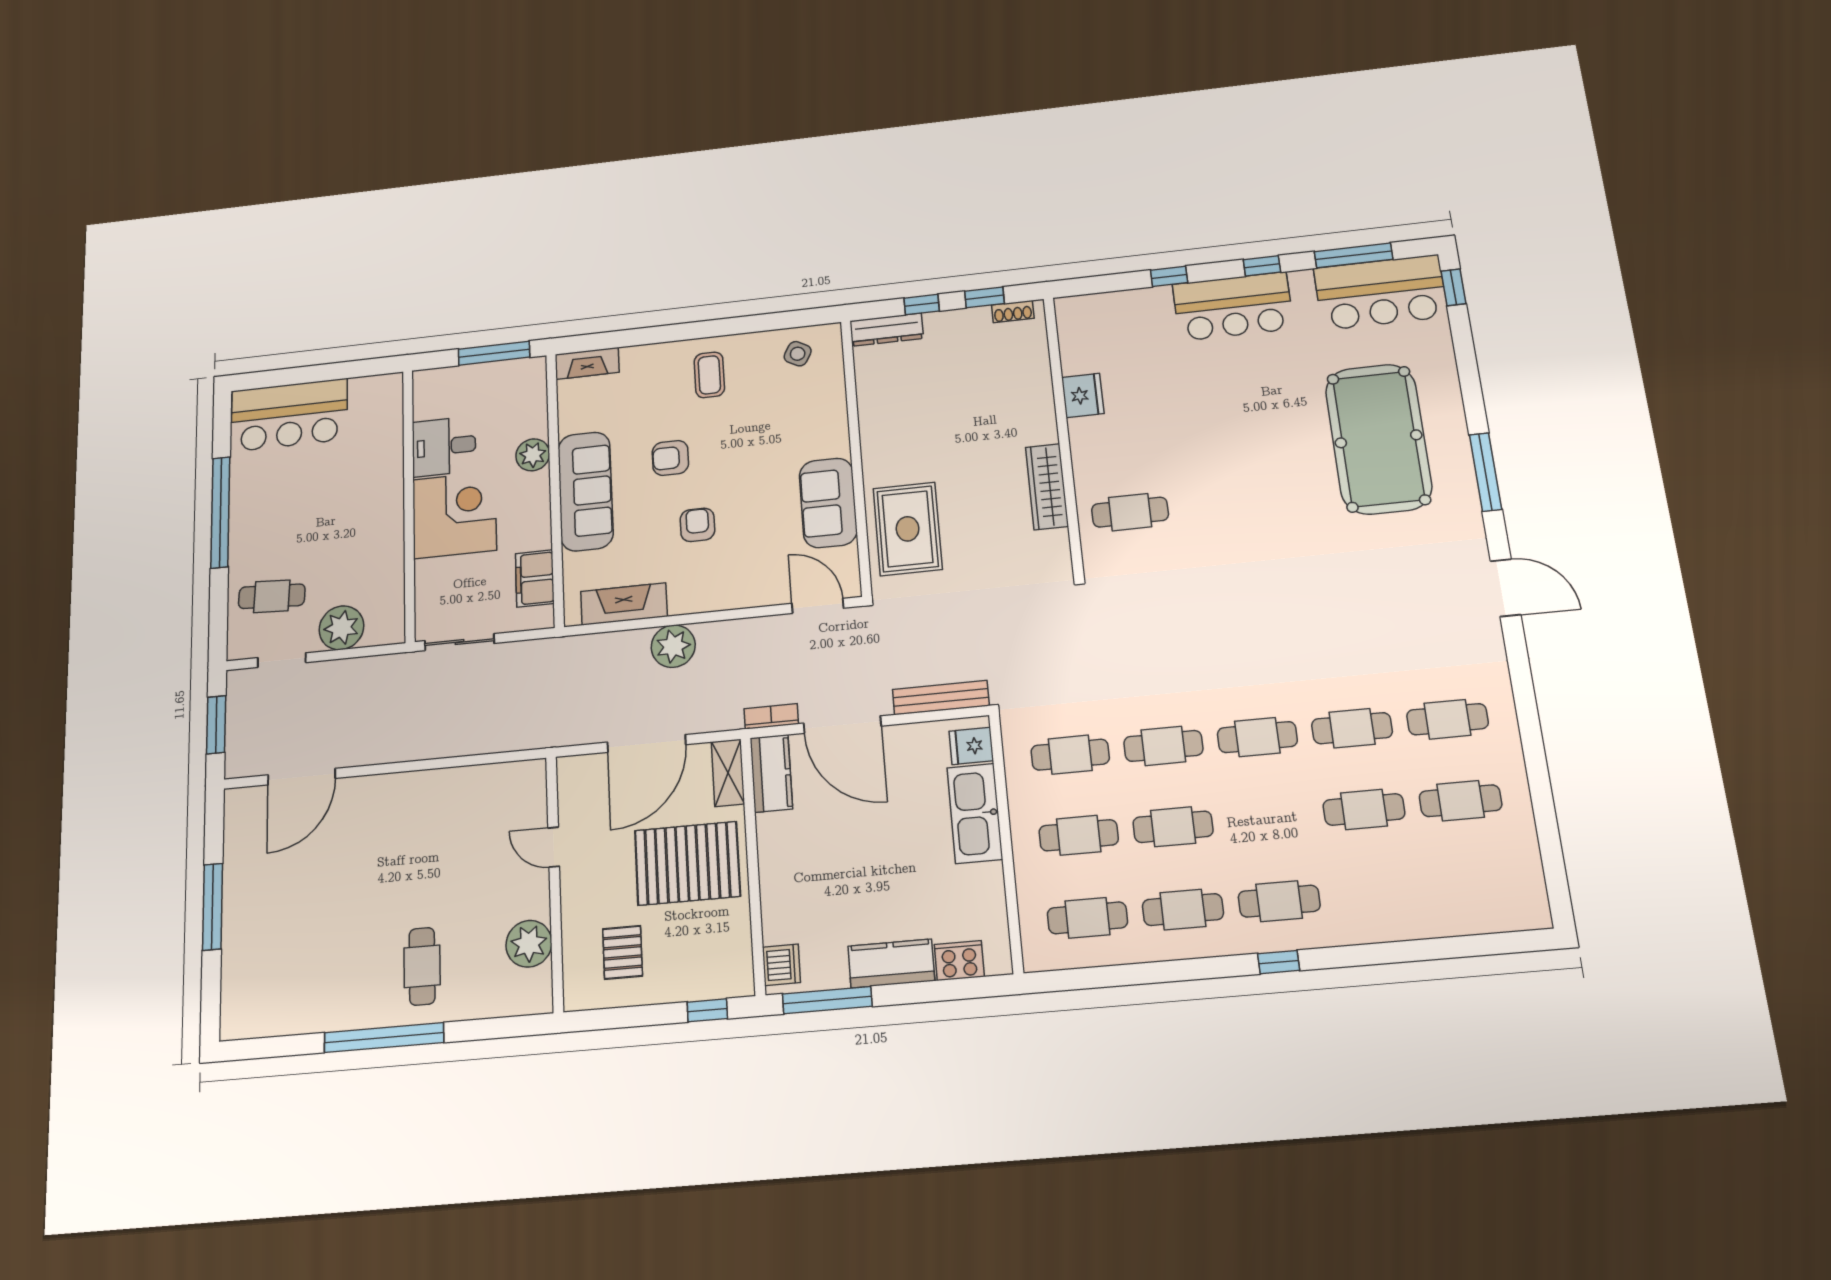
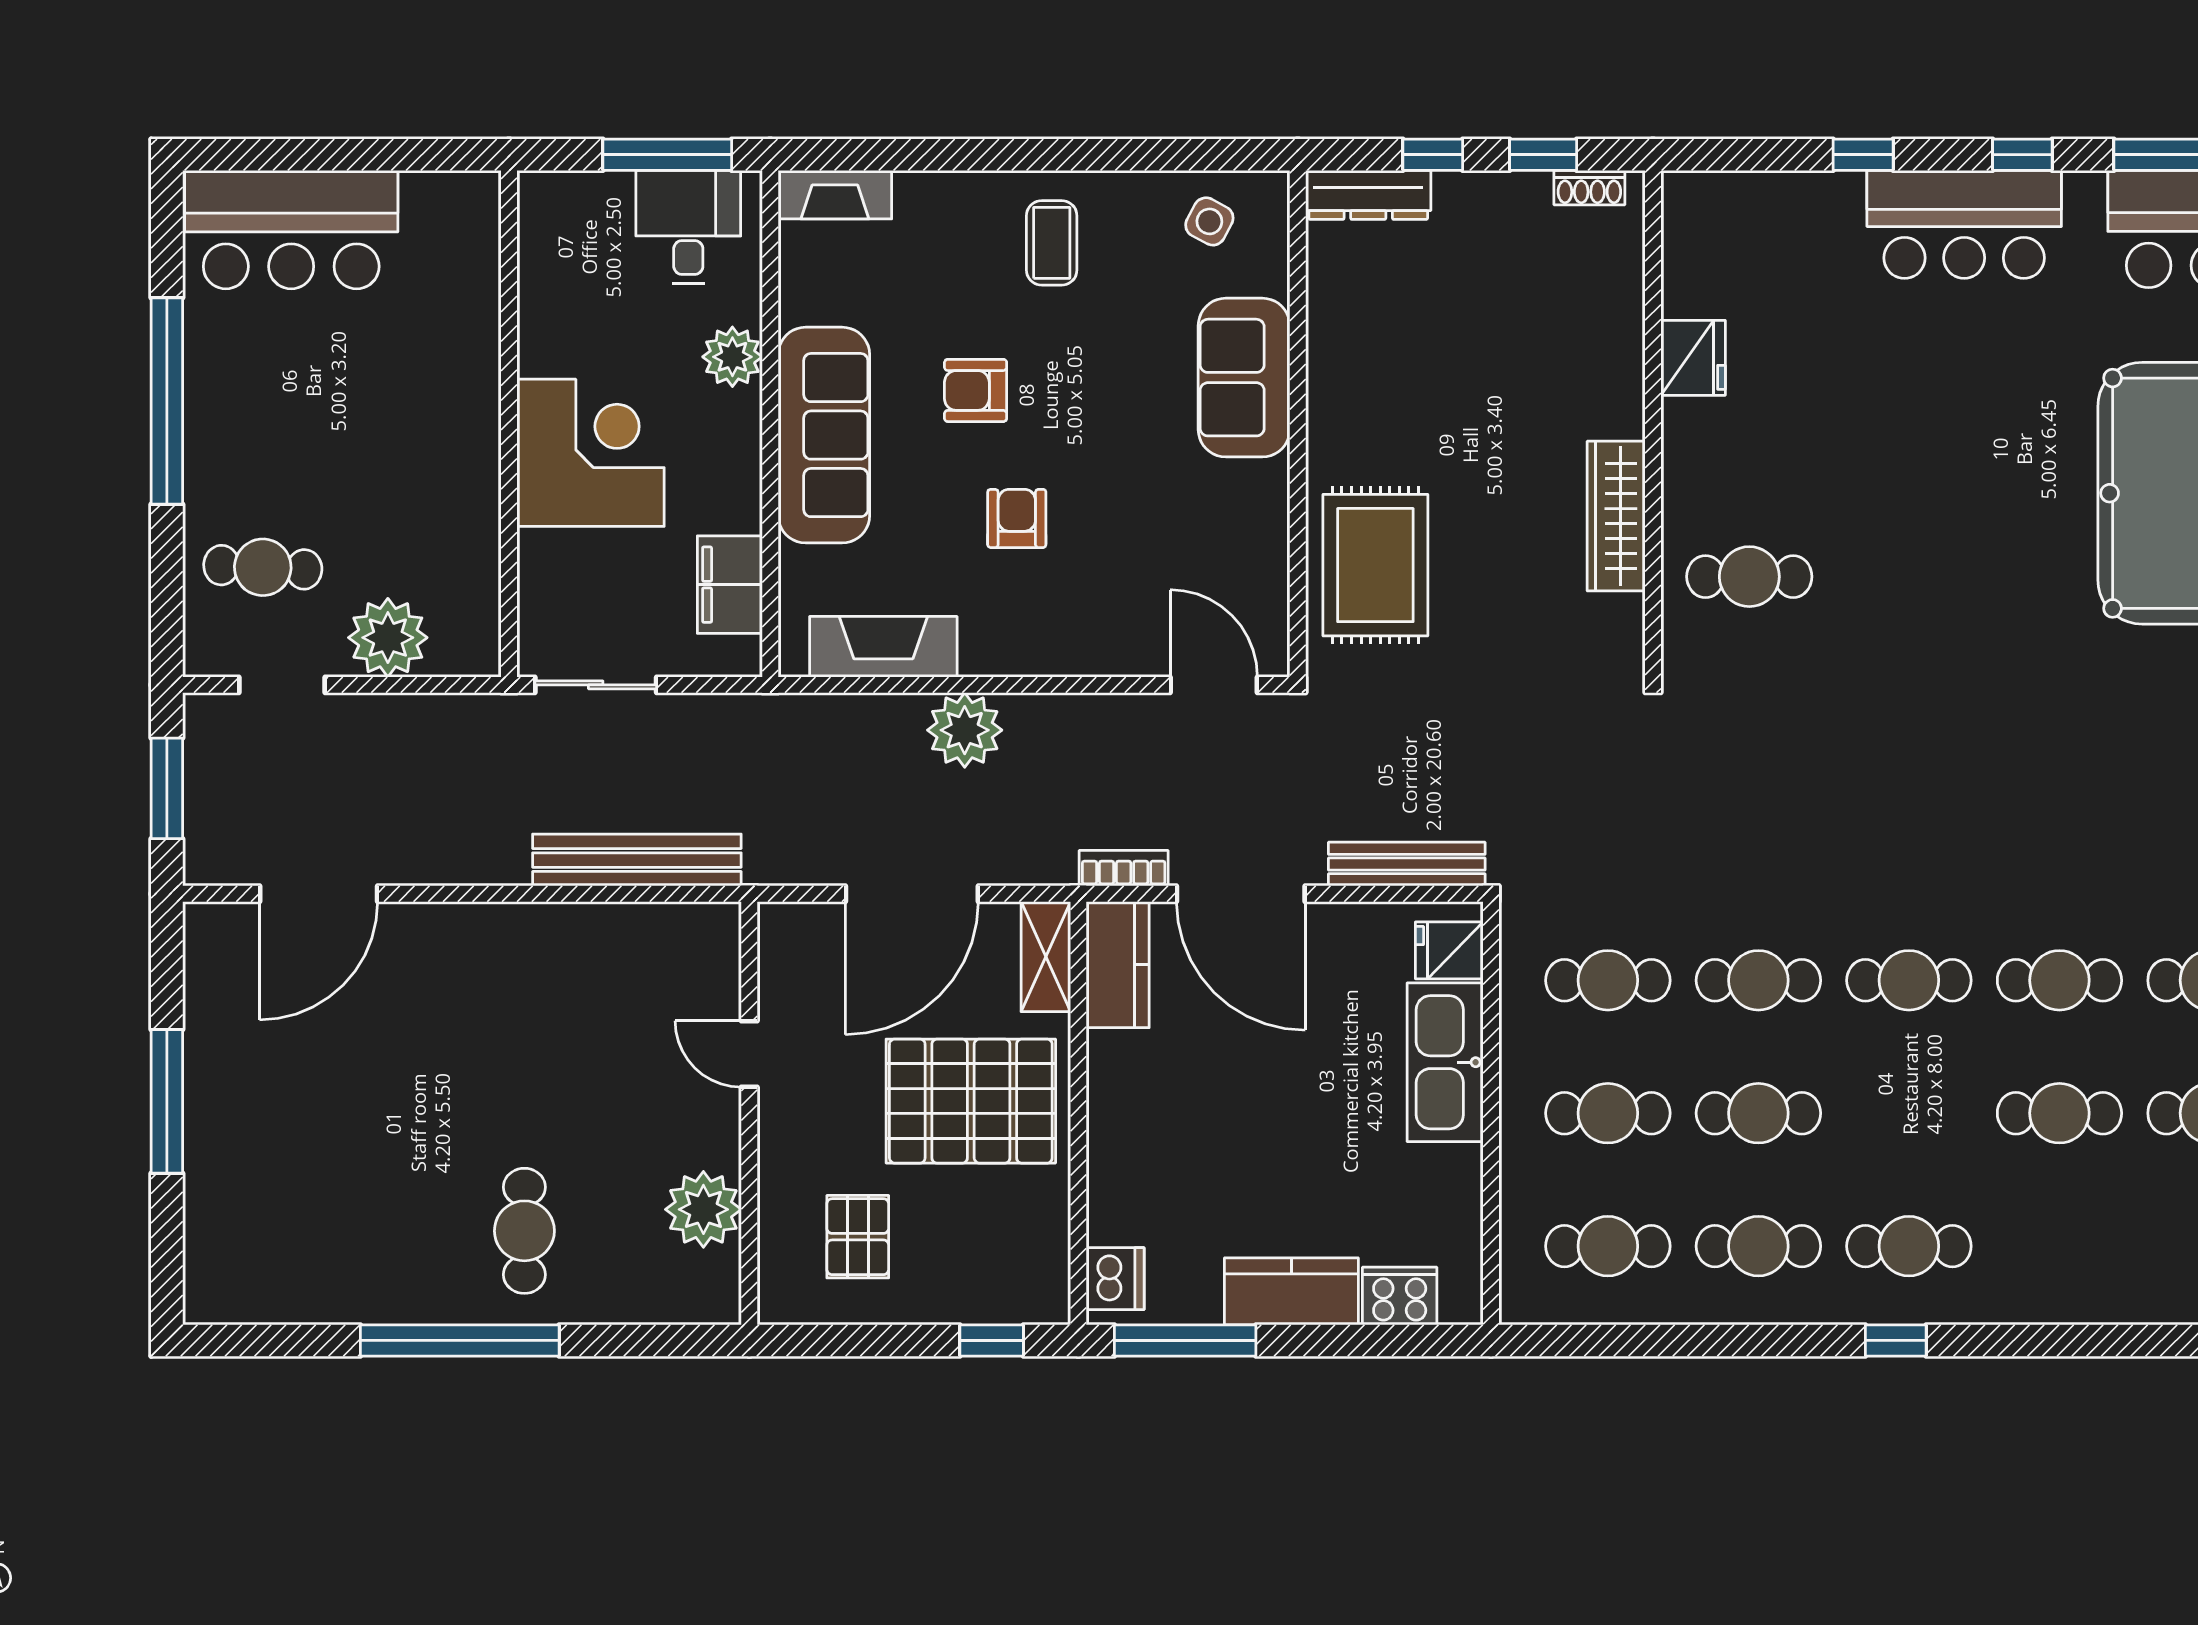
desk: (444, 446) -> (688, 227), moved, turned 90
sofa: (828, 503) -> (1244, 378), moved
bench: (485, 739) -> (637, 860), added

